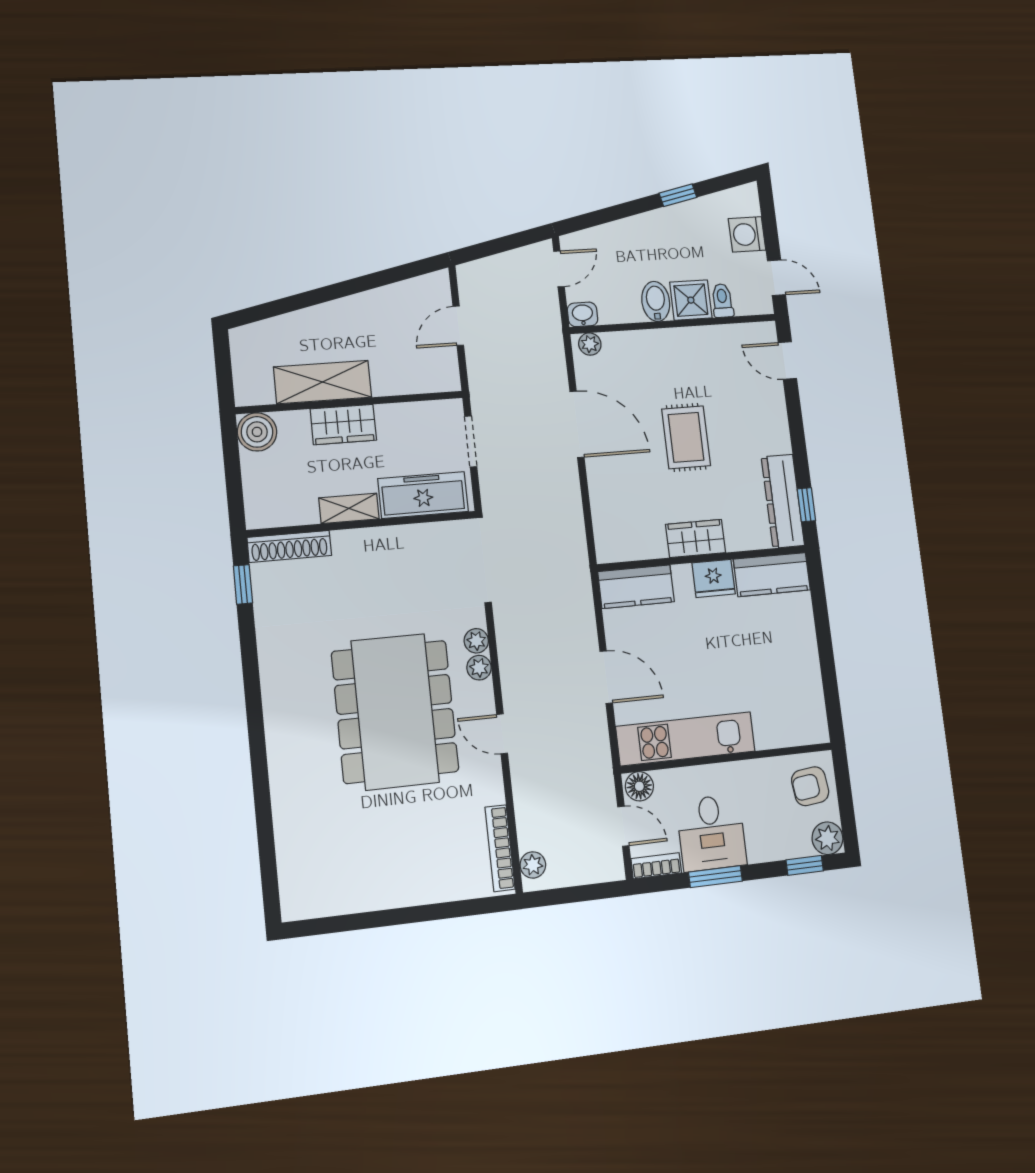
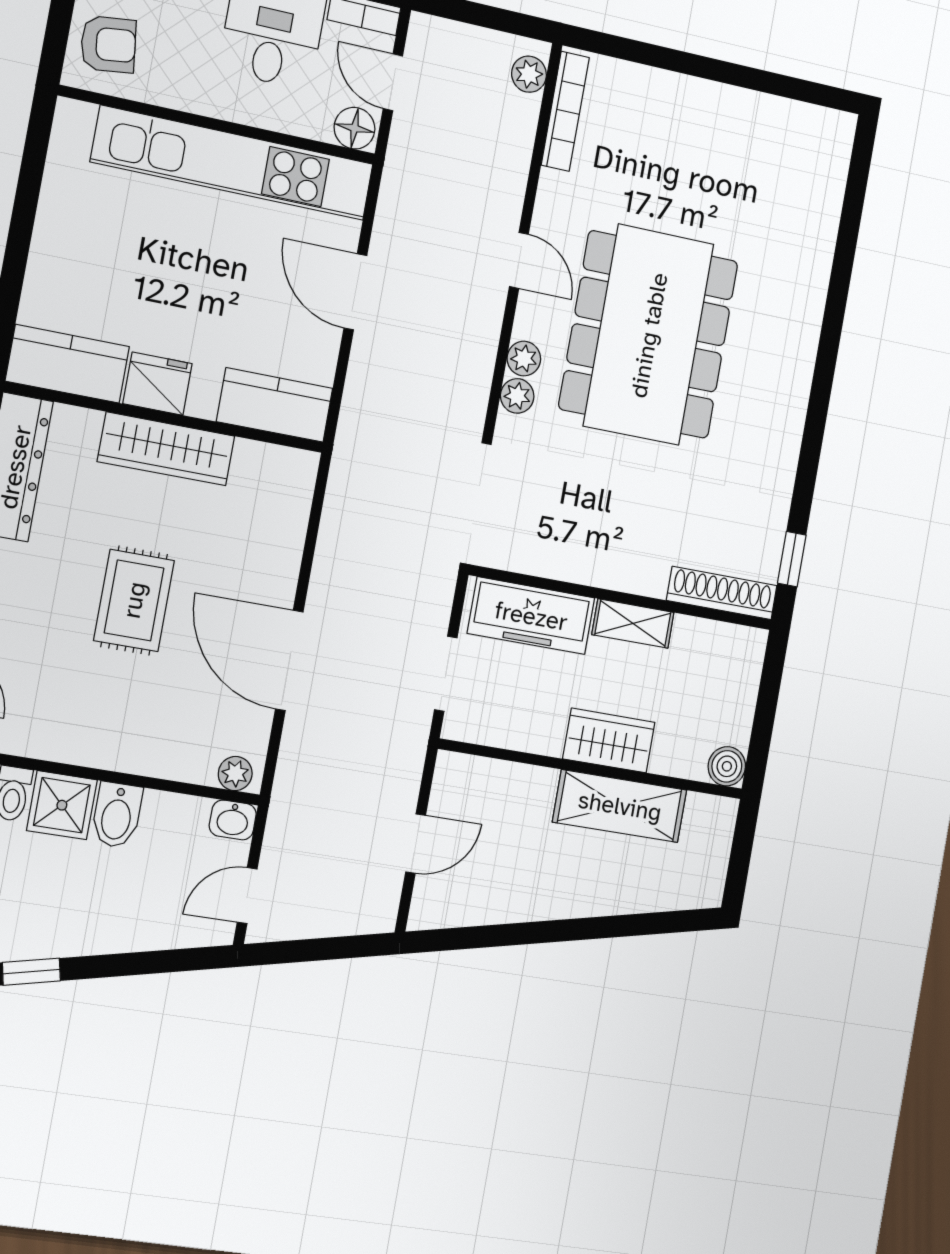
boiler: (257, 432) -> (727, 766), width x0.73, depth x0.73
wardrobe: (696, 538) -> (166, 449), width x1.50
kitchen unit: (686, 739) -> (233, 163), width x1.36

